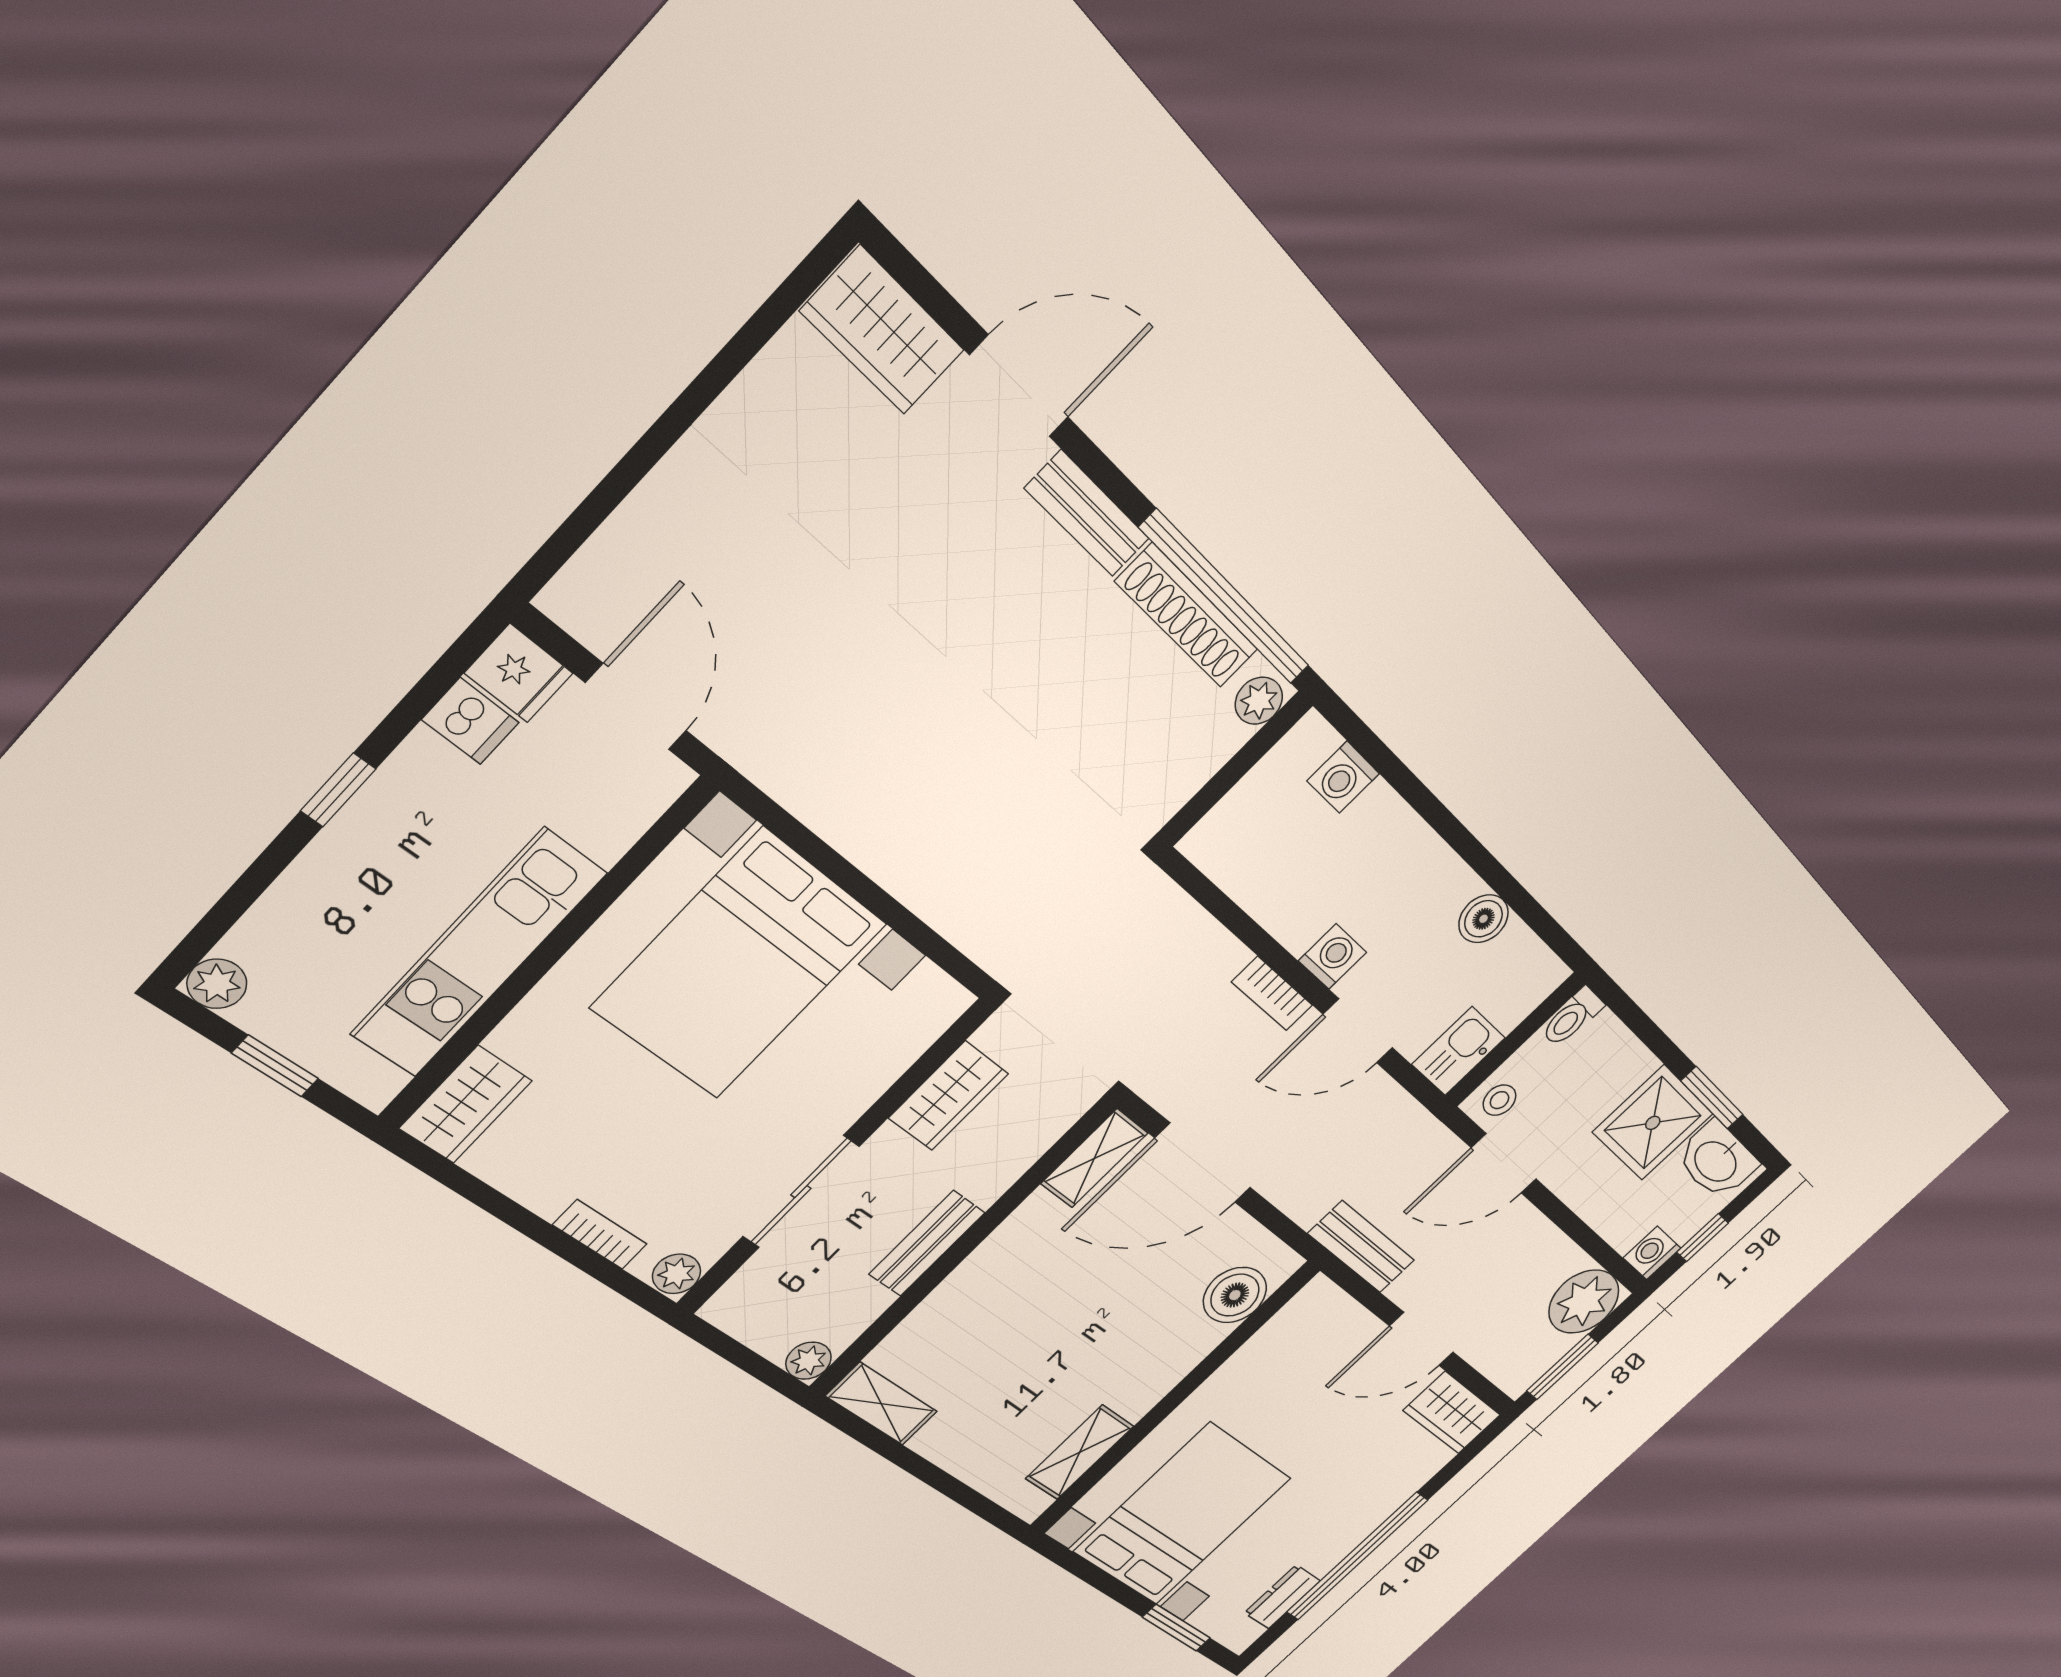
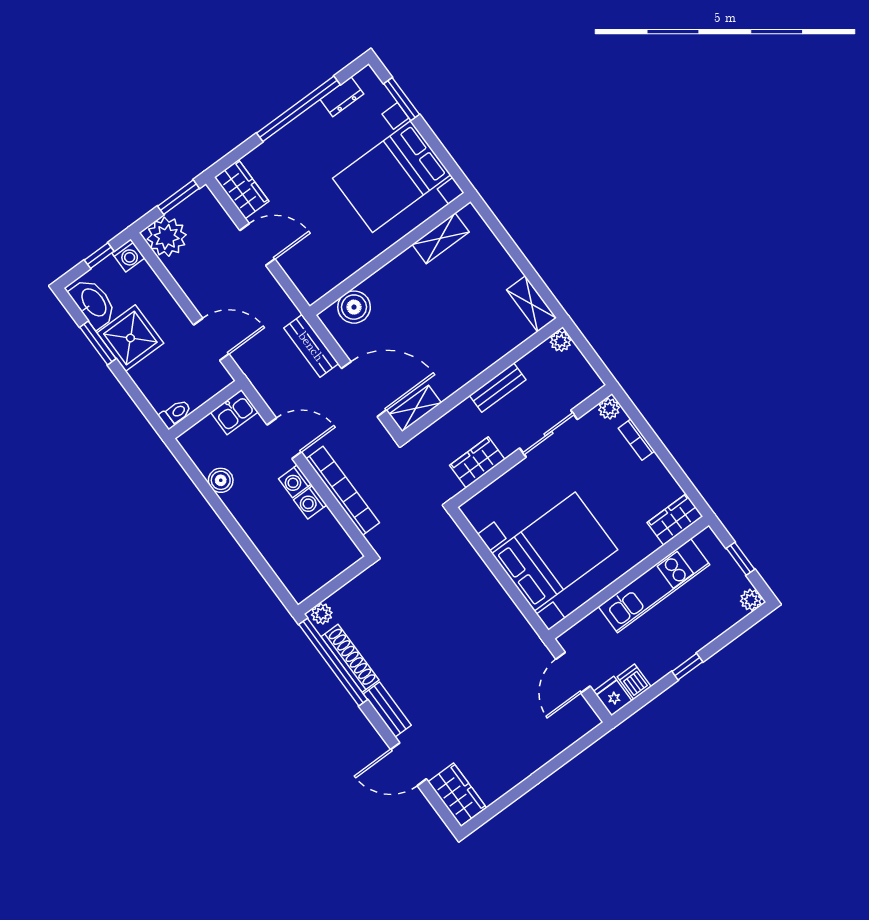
washing machine: (1343, 777) -> (310, 502), moved, turned 180
bookcase: (1272, 994) -> (343, 491), width x2.31, depth x1.31
stool: (1499, 1100) -> (213, 378), removed
bench: (1361, 1247) -> (311, 346), moved

